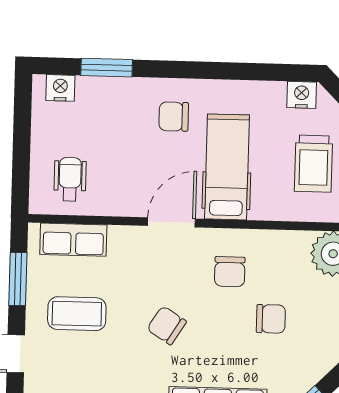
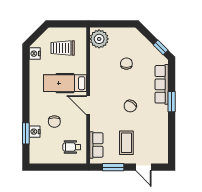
nightstand: (60, 88) -> (35, 132), moved
chair: (174, 117) -> (54, 122), moved
trolley: (313, 164) -> (63, 48), turned 180
chair: (230, 272) -> (108, 81), removed

